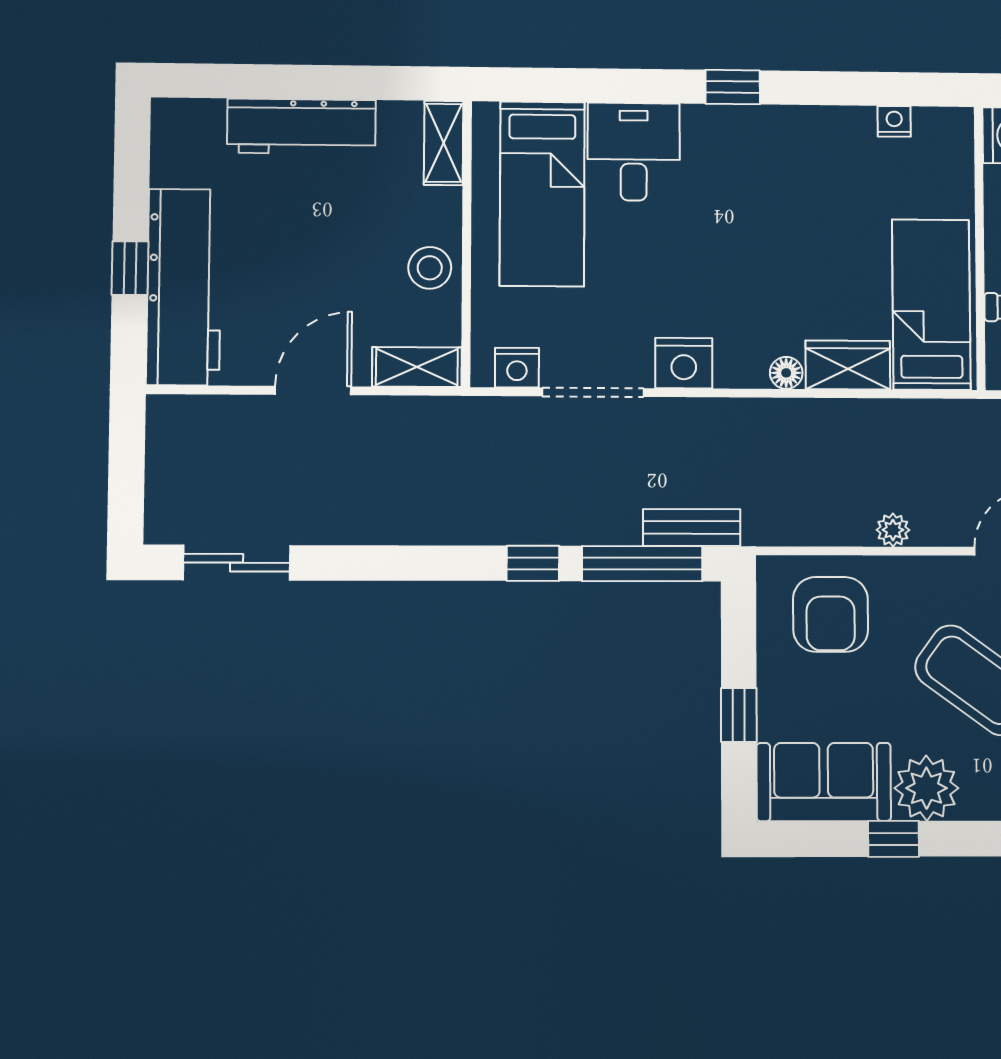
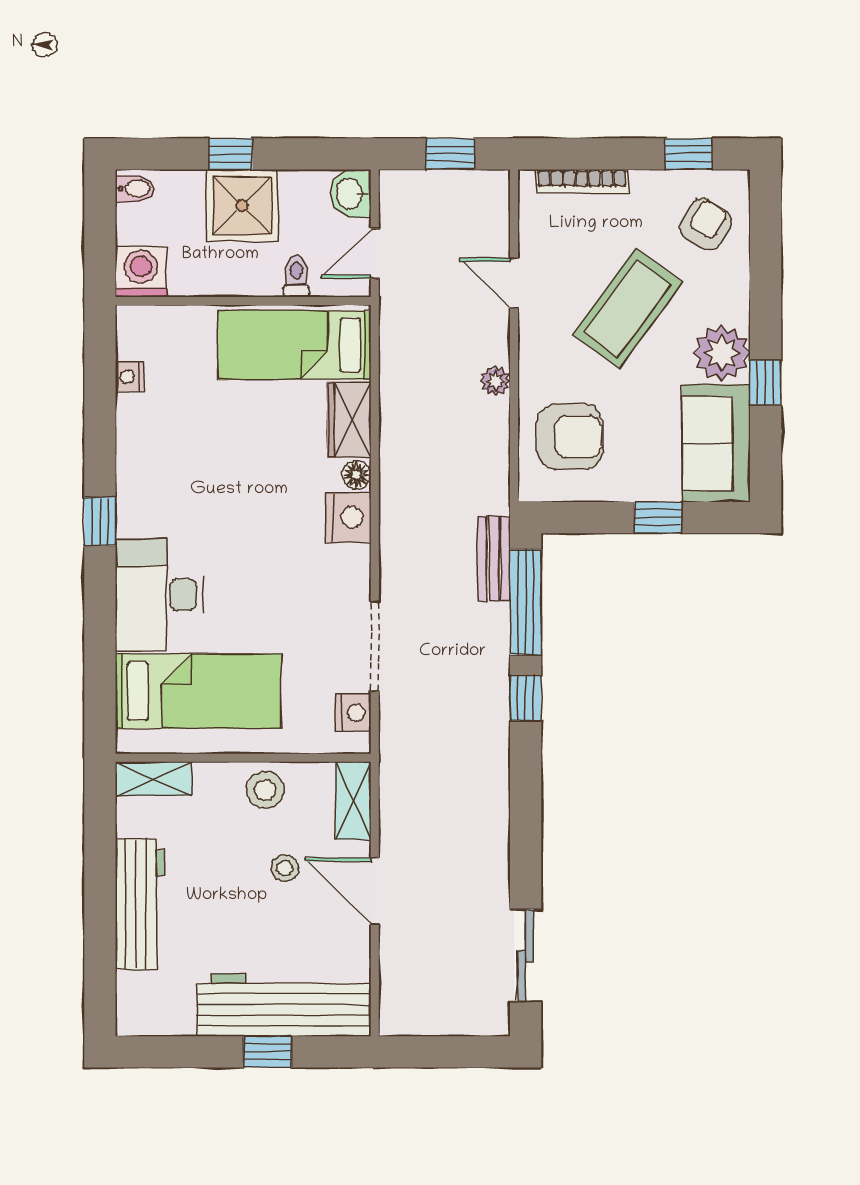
desk: (634, 152) -> (159, 595), width x1.37
stool: (341, 289) -> (285, 868), added
nightstand: (684, 363) -> (348, 517), moved

